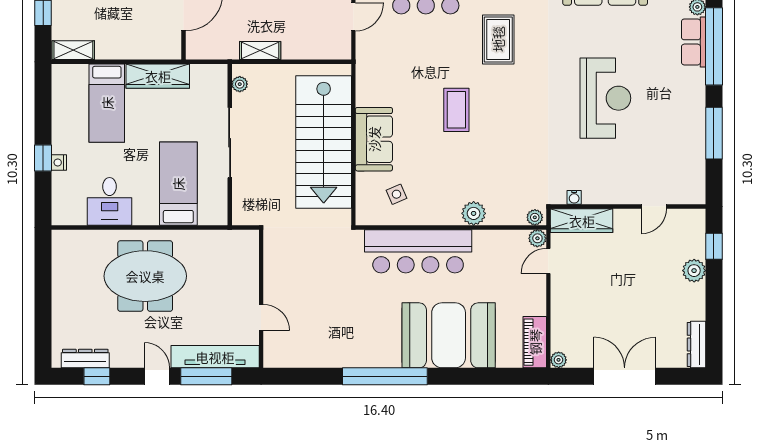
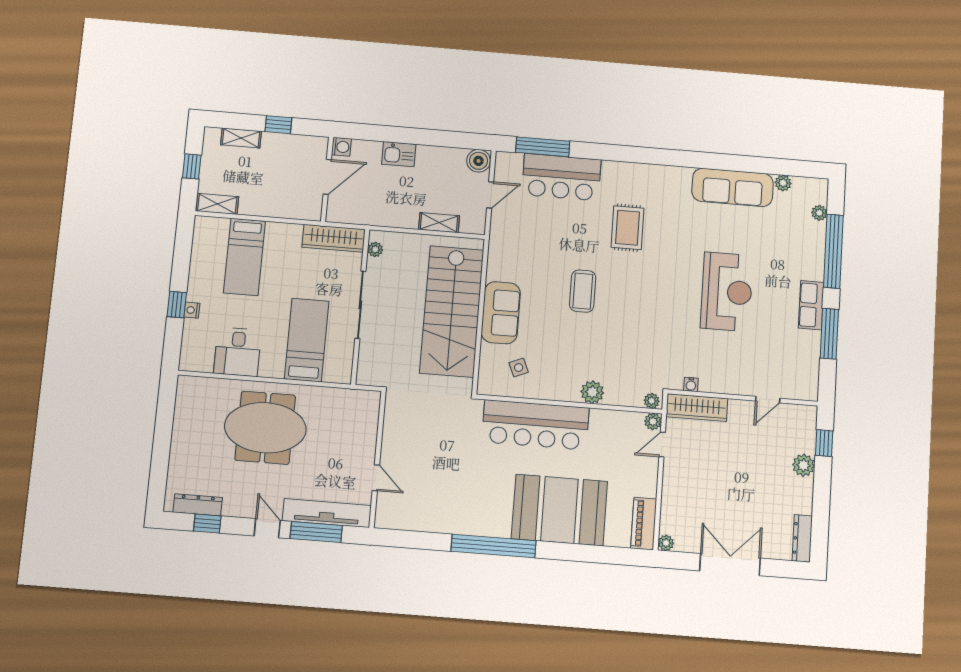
row of seats: (694, 42) -> (811, 305), moved
shelving: (260, 51) -> (439, 223), moved
wardrobe: (158, 76) -> (334, 238), moved

